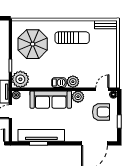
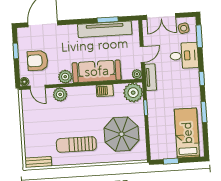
plant: (73, 82) -> (60, 94), moved
barbecue: (59, 83) -> (105, 91), moved
door: (102, 89) -> (38, 87), hinge flipped

